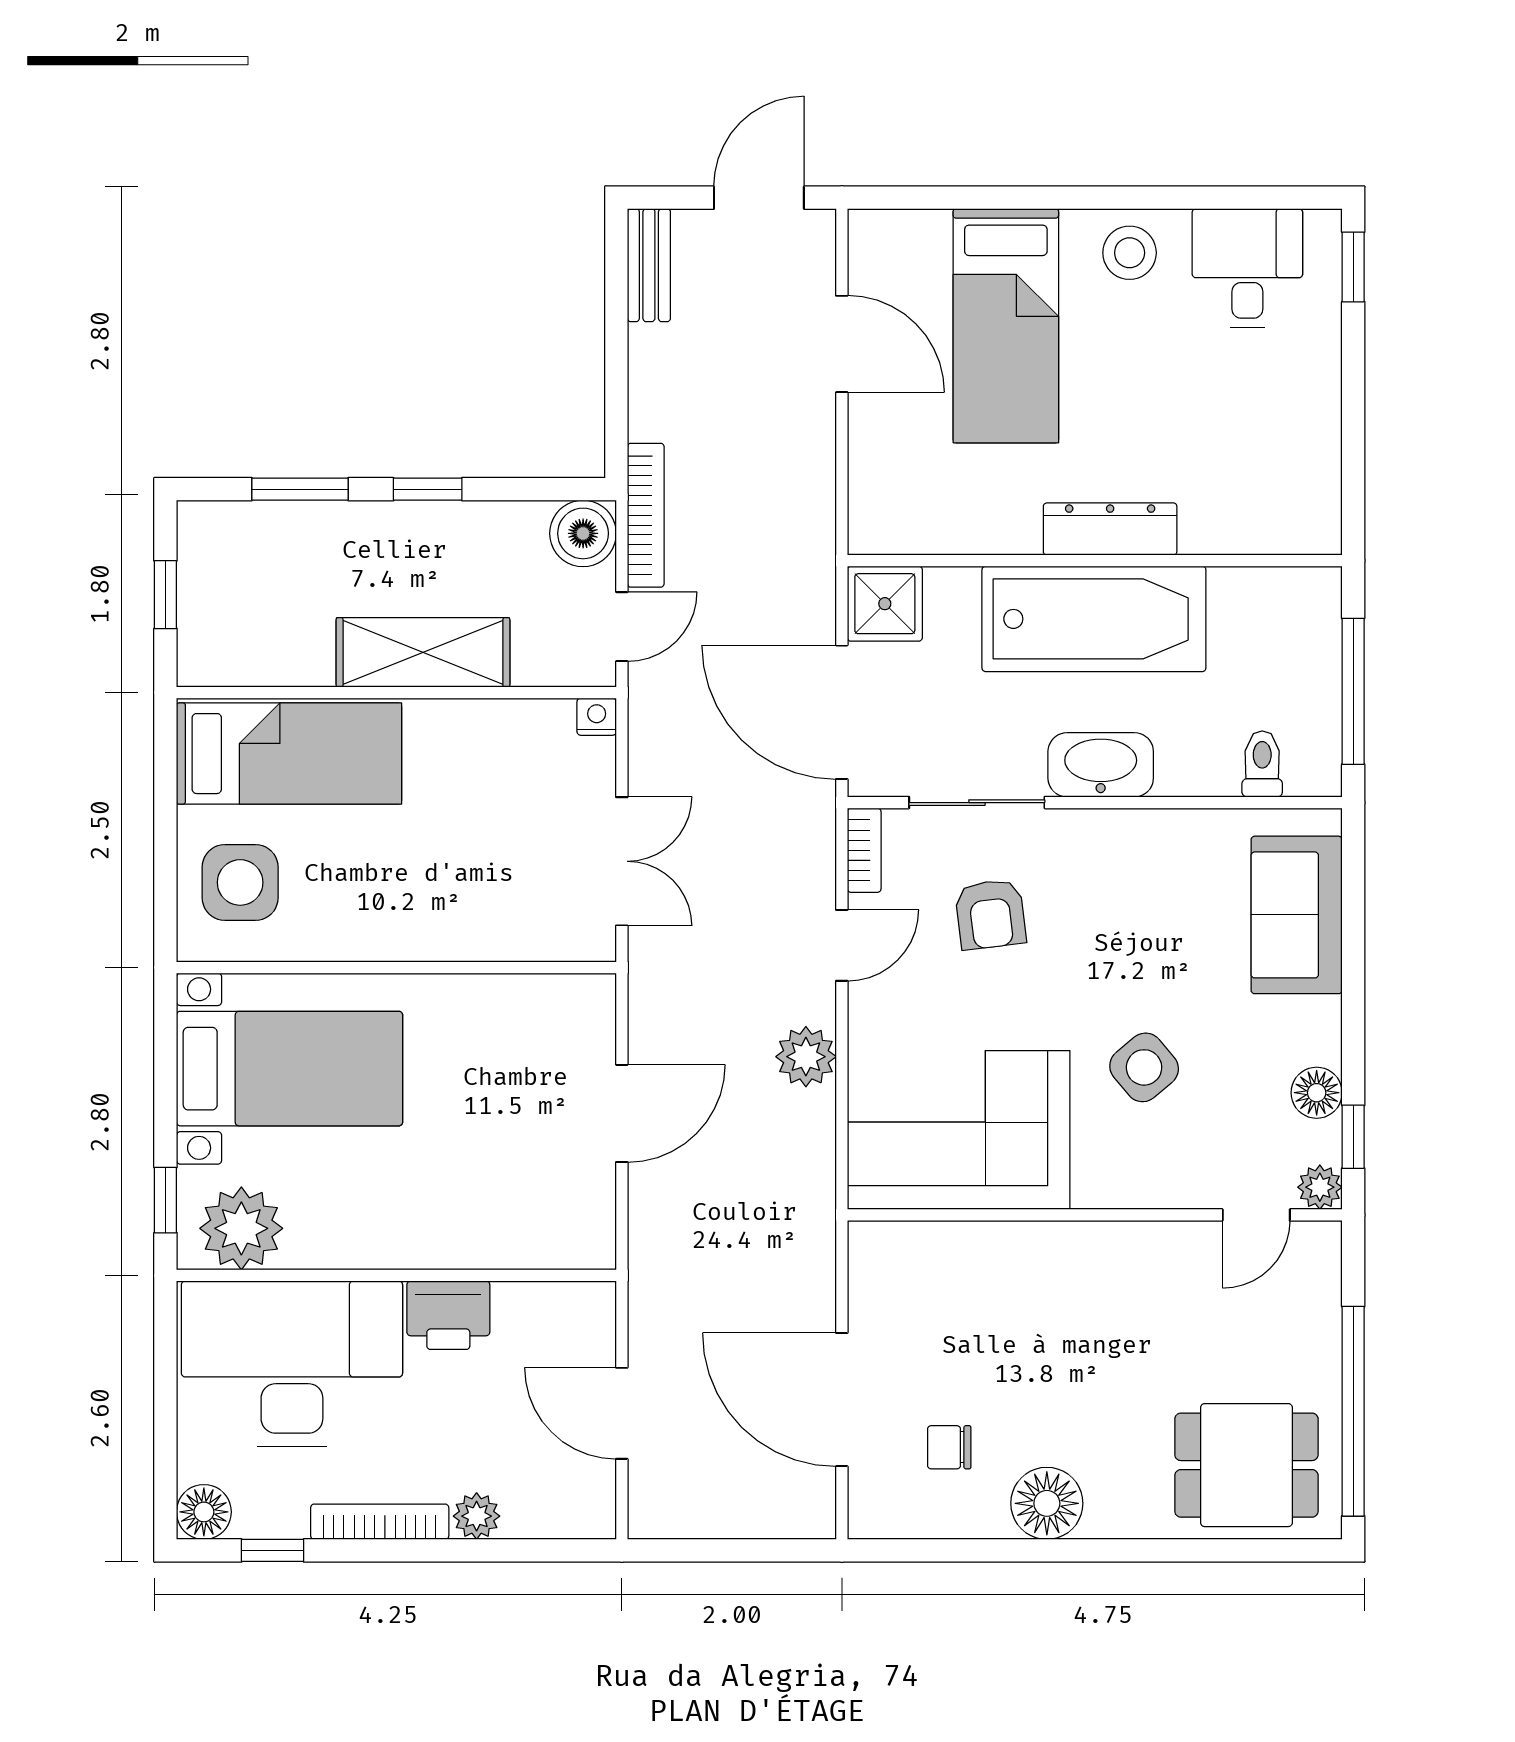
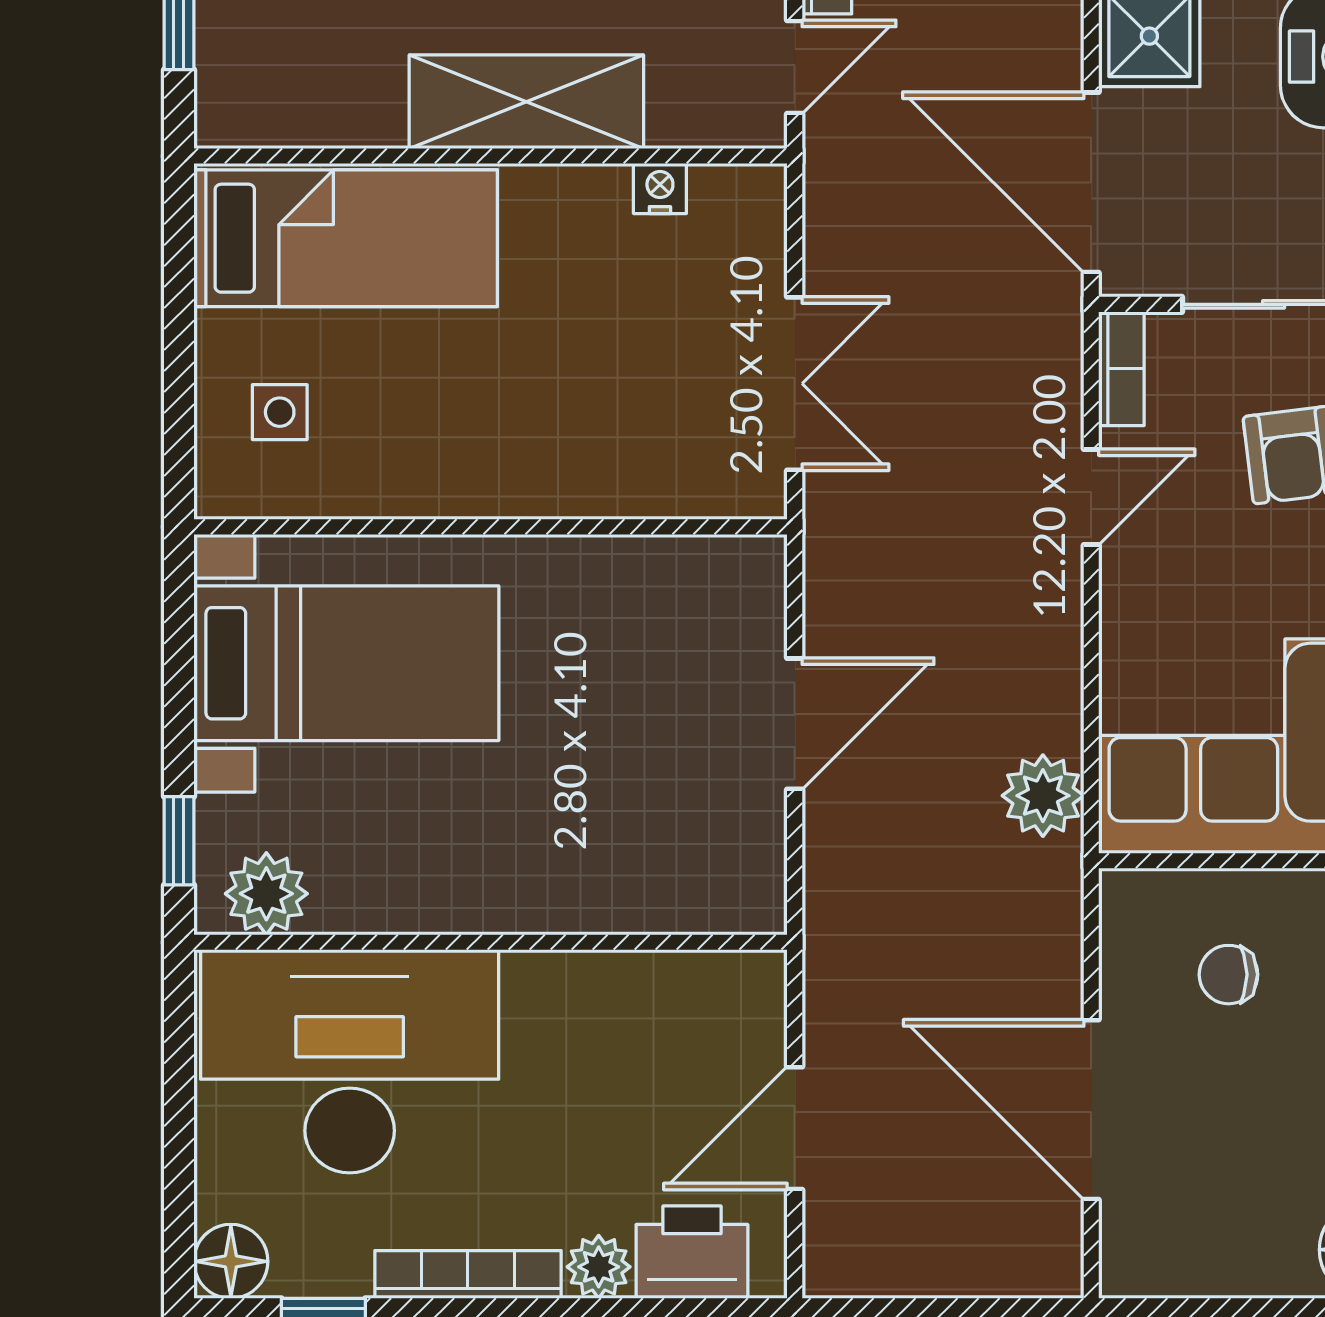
nightstand: (597, 717) -> (660, 189), moved
side table: (240, 882) -> (280, 412), width x0.54, depth x0.54
plant: (806, 1057) -> (1043, 796), moved
plant: (241, 1228) -> (266, 894), width x0.73, depth x0.73
printer: (448, 1315) -> (692, 1252), moved, turned 180
door: (622, 1413) -> (795, 1128), hinge flipped
chair: (949, 1447) -> (1228, 975), moved

